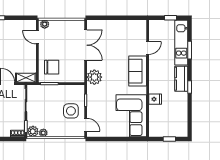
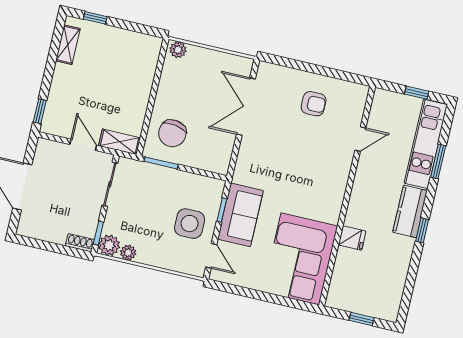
armchair: (120, 36) -> (314, 104), added
door: (37, 37) -> (159, 71), removed
double door: (86, 45) -> (246, 107), swing flipped
chair: (52, 67) -> (172, 133), turned 99
sofa: (138, 71) -> (240, 215), moved, turned 180
plant: (94, 77) -> (248, 170), removed

